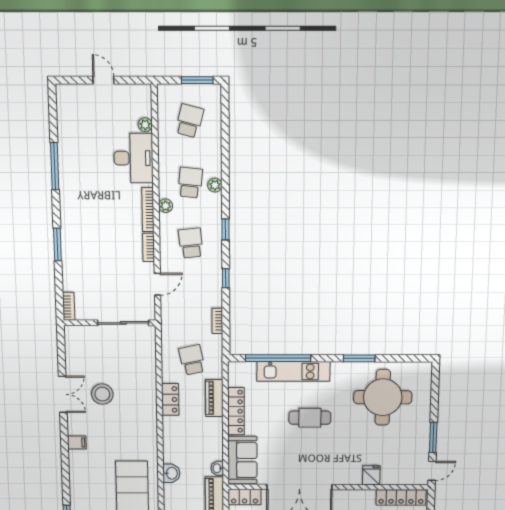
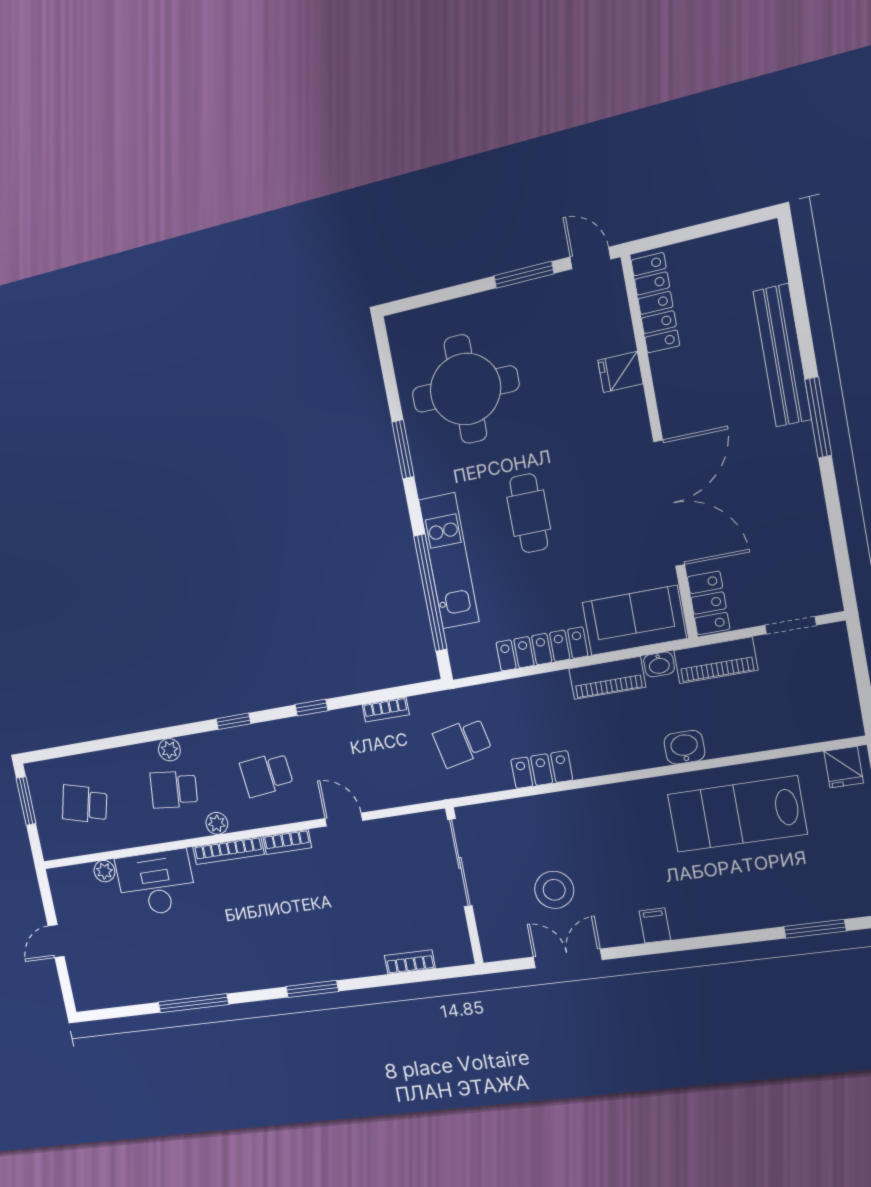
wall: (110, 323) -> (464, 886), moved
sliding door: (123, 323) -> (460, 863), moved
piano: (214, 398) -> (607, 678), moved

